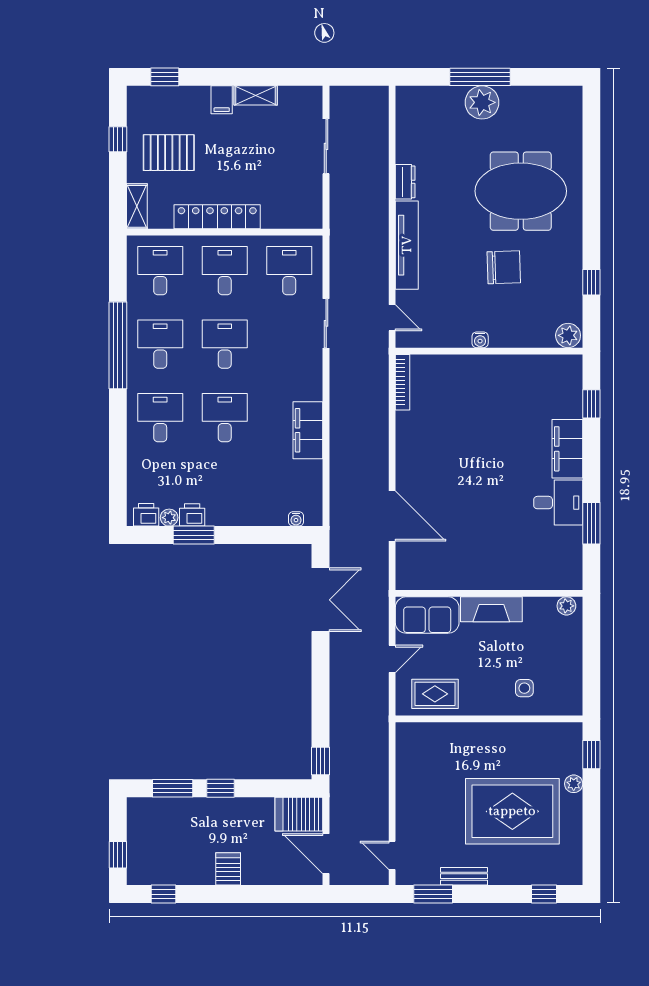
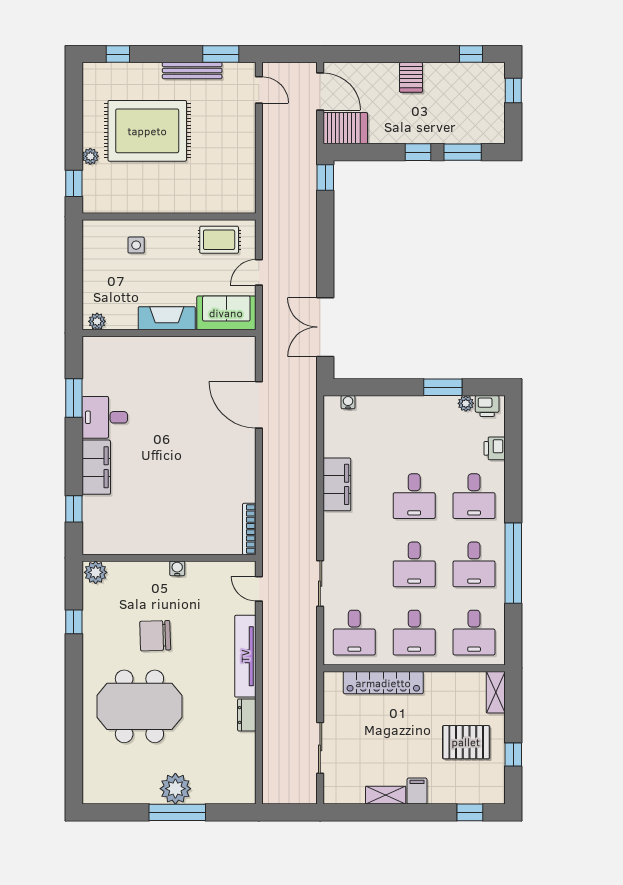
locker: (217, 217) -> (383, 683), moved
printer: (192, 515) -> (495, 448), moved, turned 90
bench: (464, 876) -> (192, 71), width x1.36

